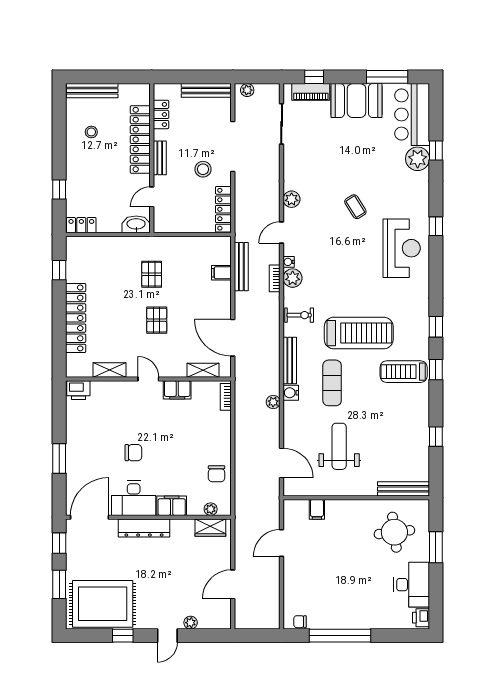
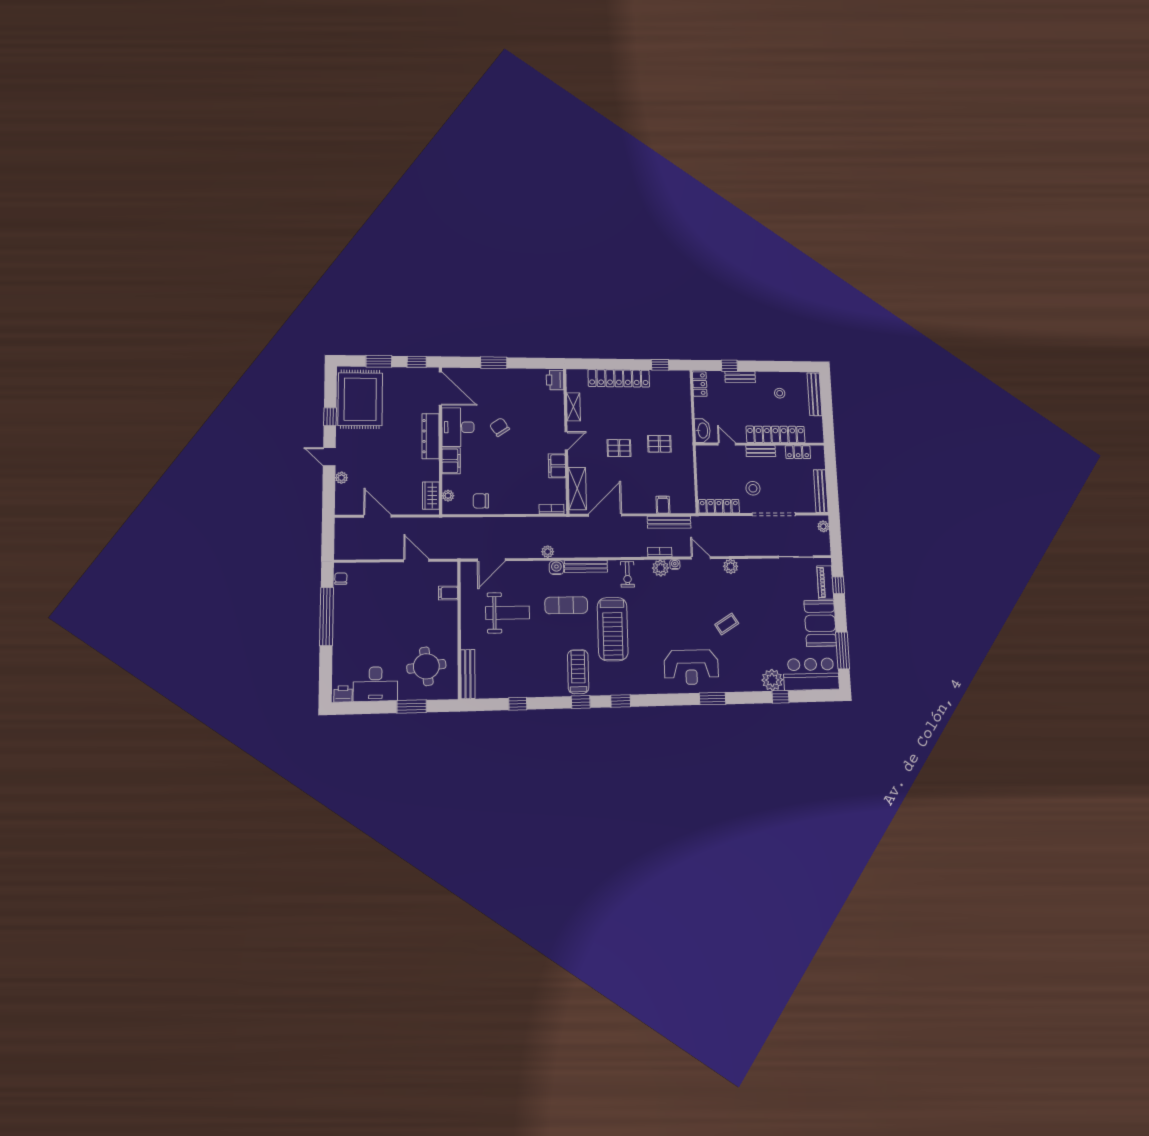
bench: (72, 177) -> (740, 377), added
window: (436, 226) -> (713, 699), width x1.50
shelving: (203, 370) -> (577, 489), width x1.50, depth x1.33
chair: (133, 453) -> (500, 427), turned 146

